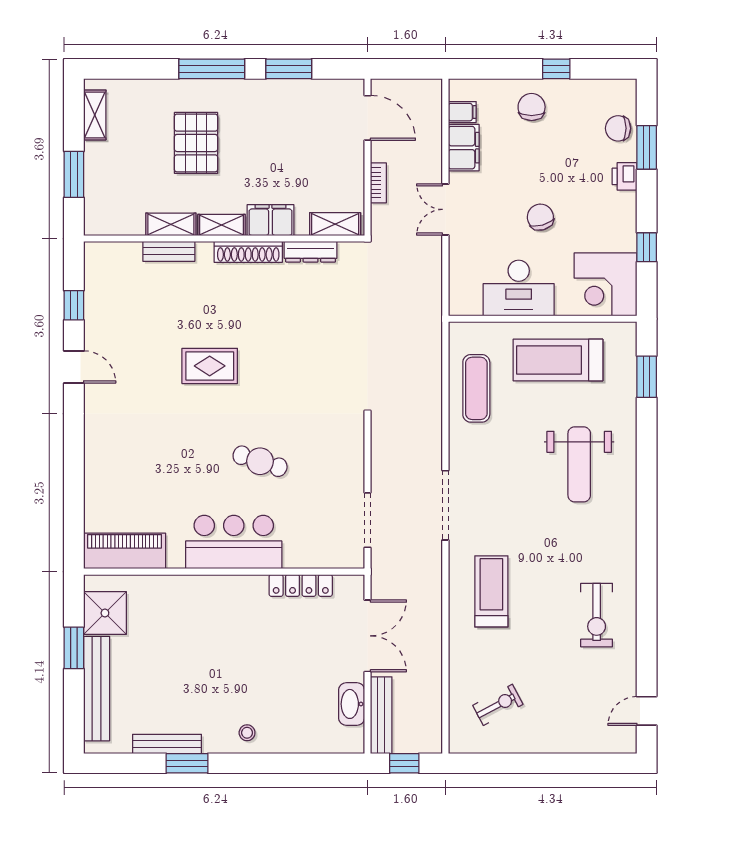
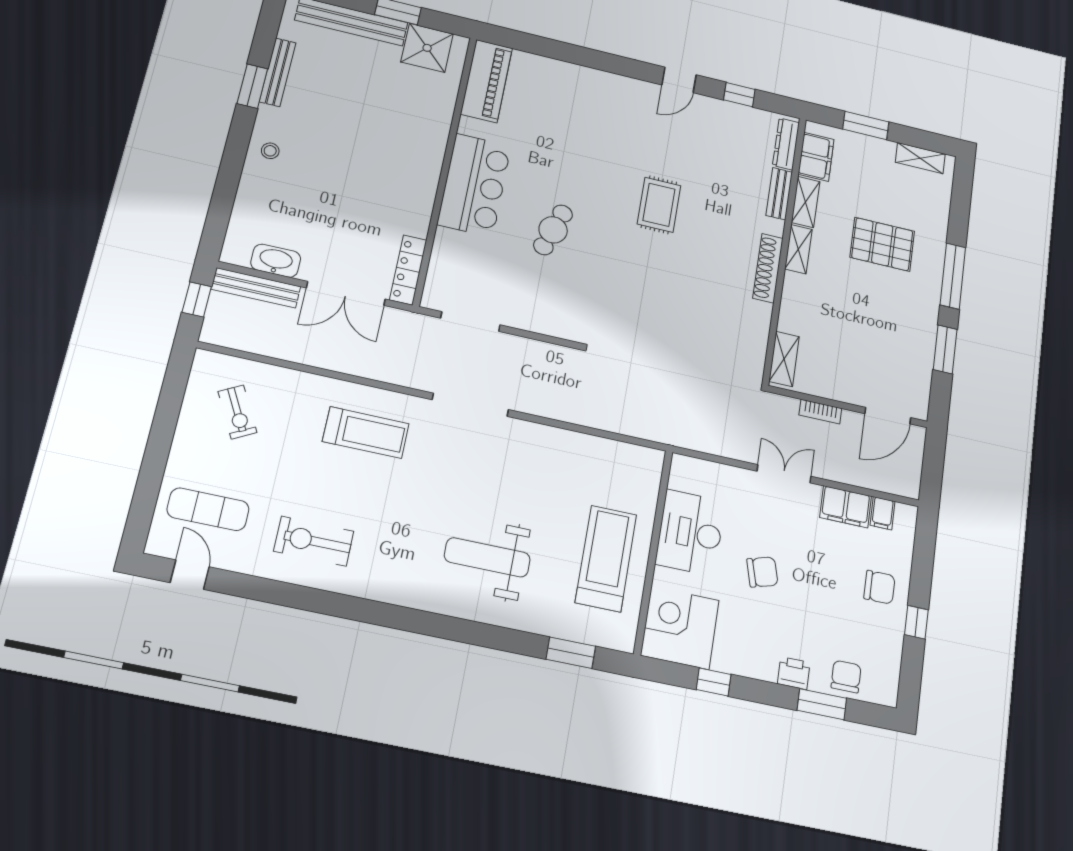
filing cabinet: (270, 220) -> (816, 157), moved
dresser: (311, 252) -> (786, 144), moved
exercise mat: (476, 388) -> (208, 509), moved
locker: (301, 585) -> (408, 270), moved

